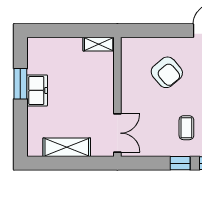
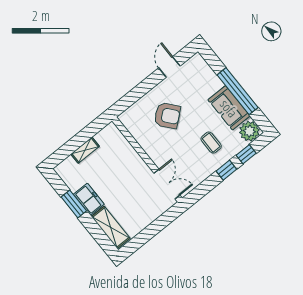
shelving: (99, 44) -> (85, 150), moved
shelving: (67, 147) -> (111, 227), moved, turned 90

